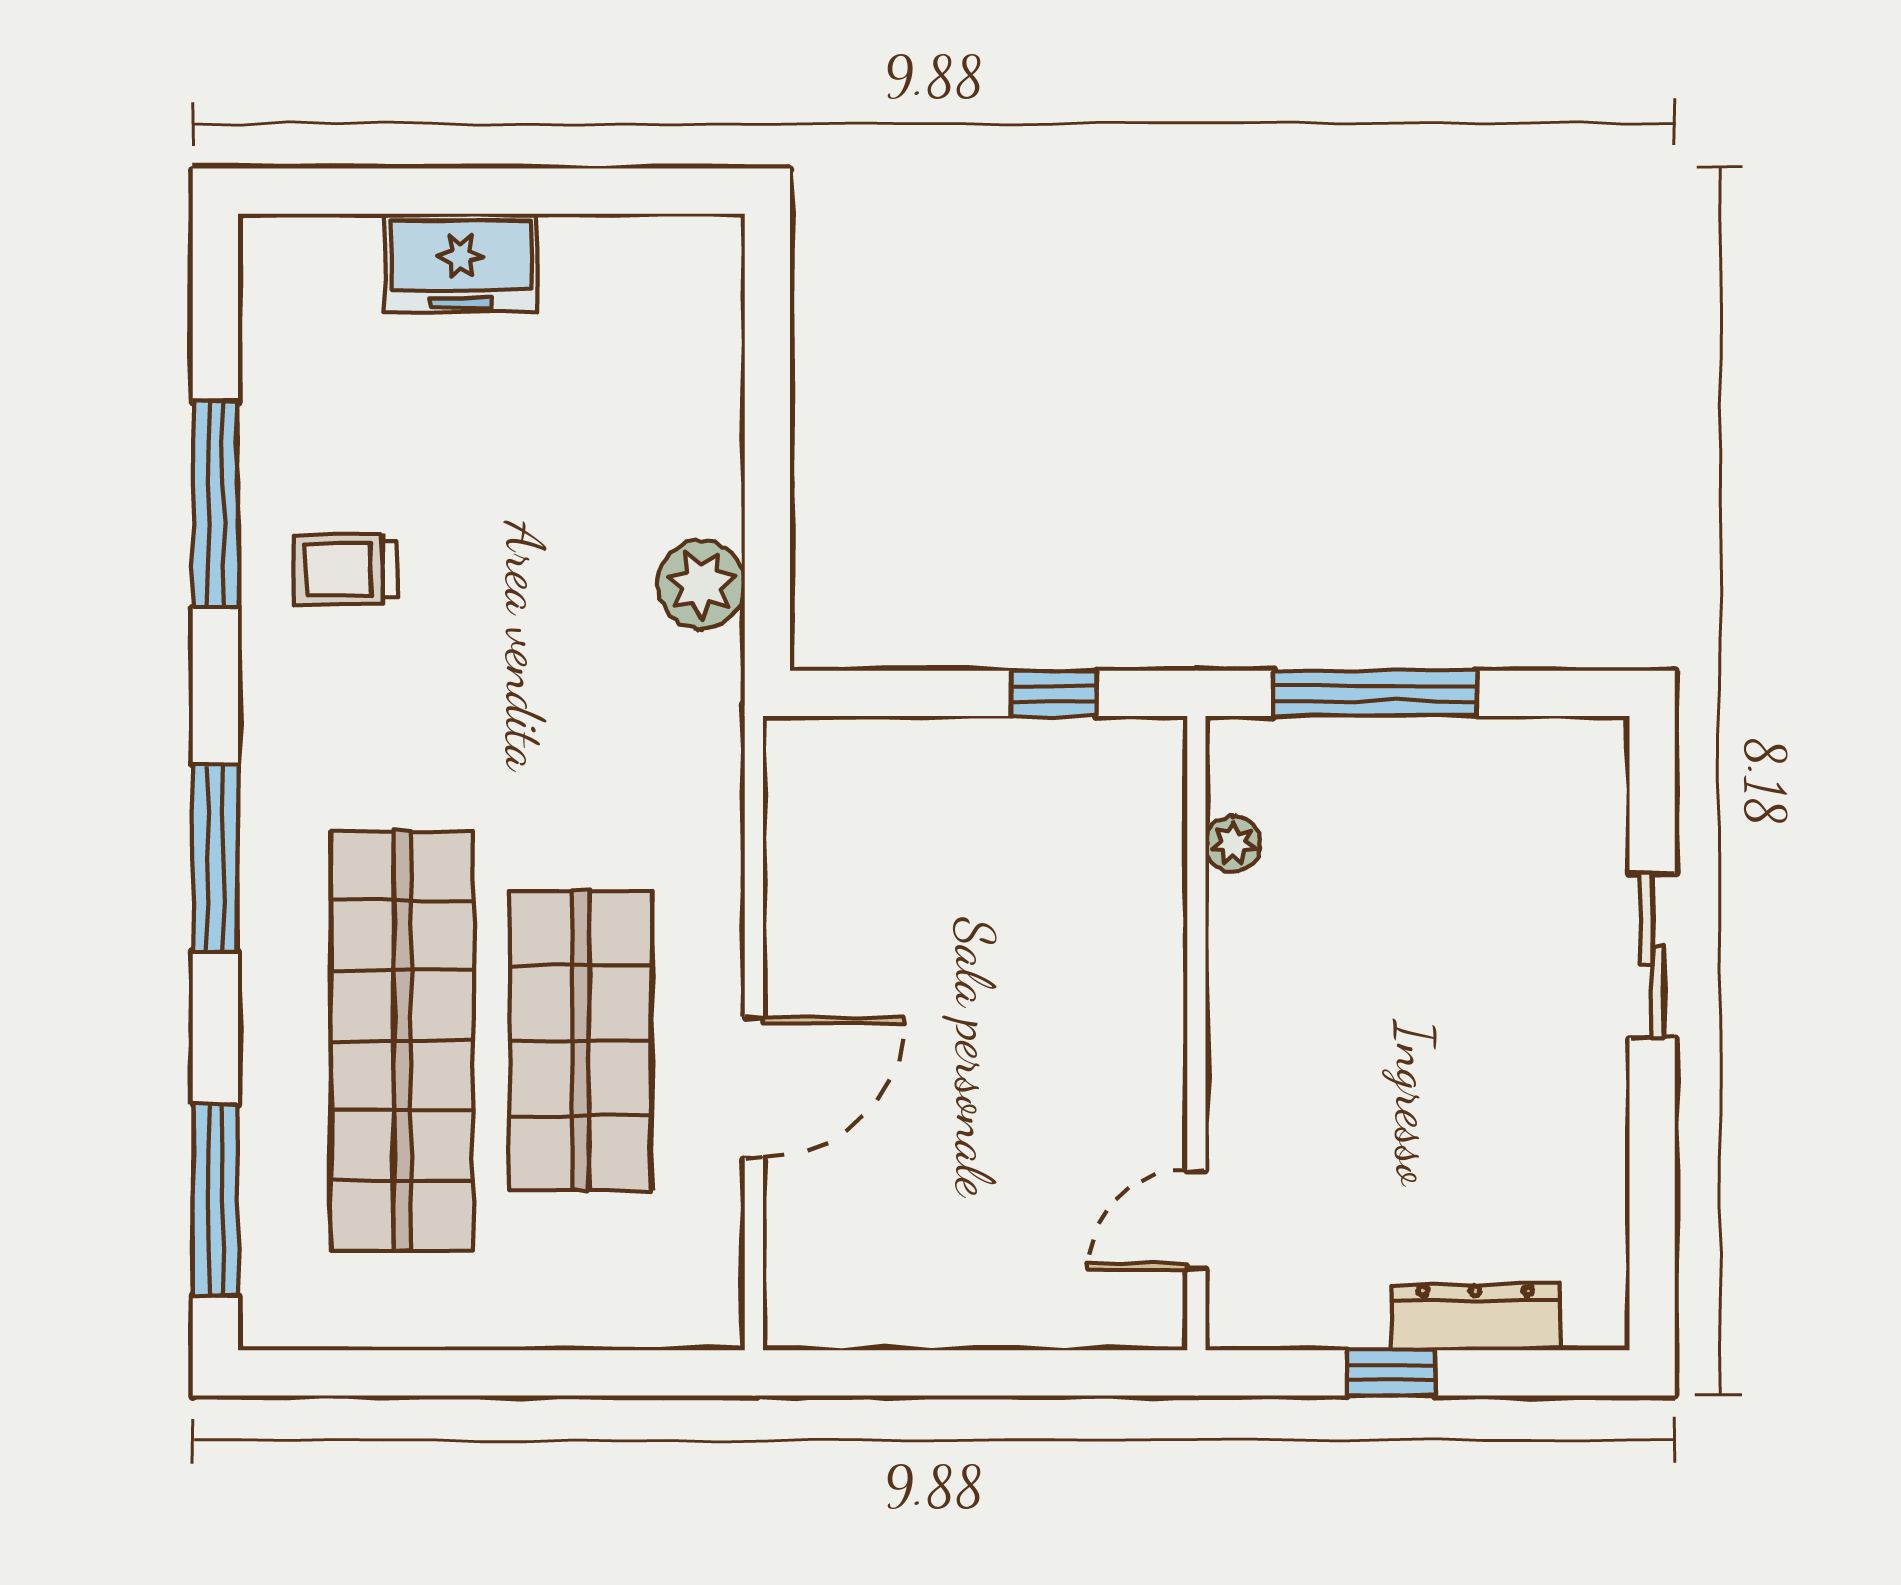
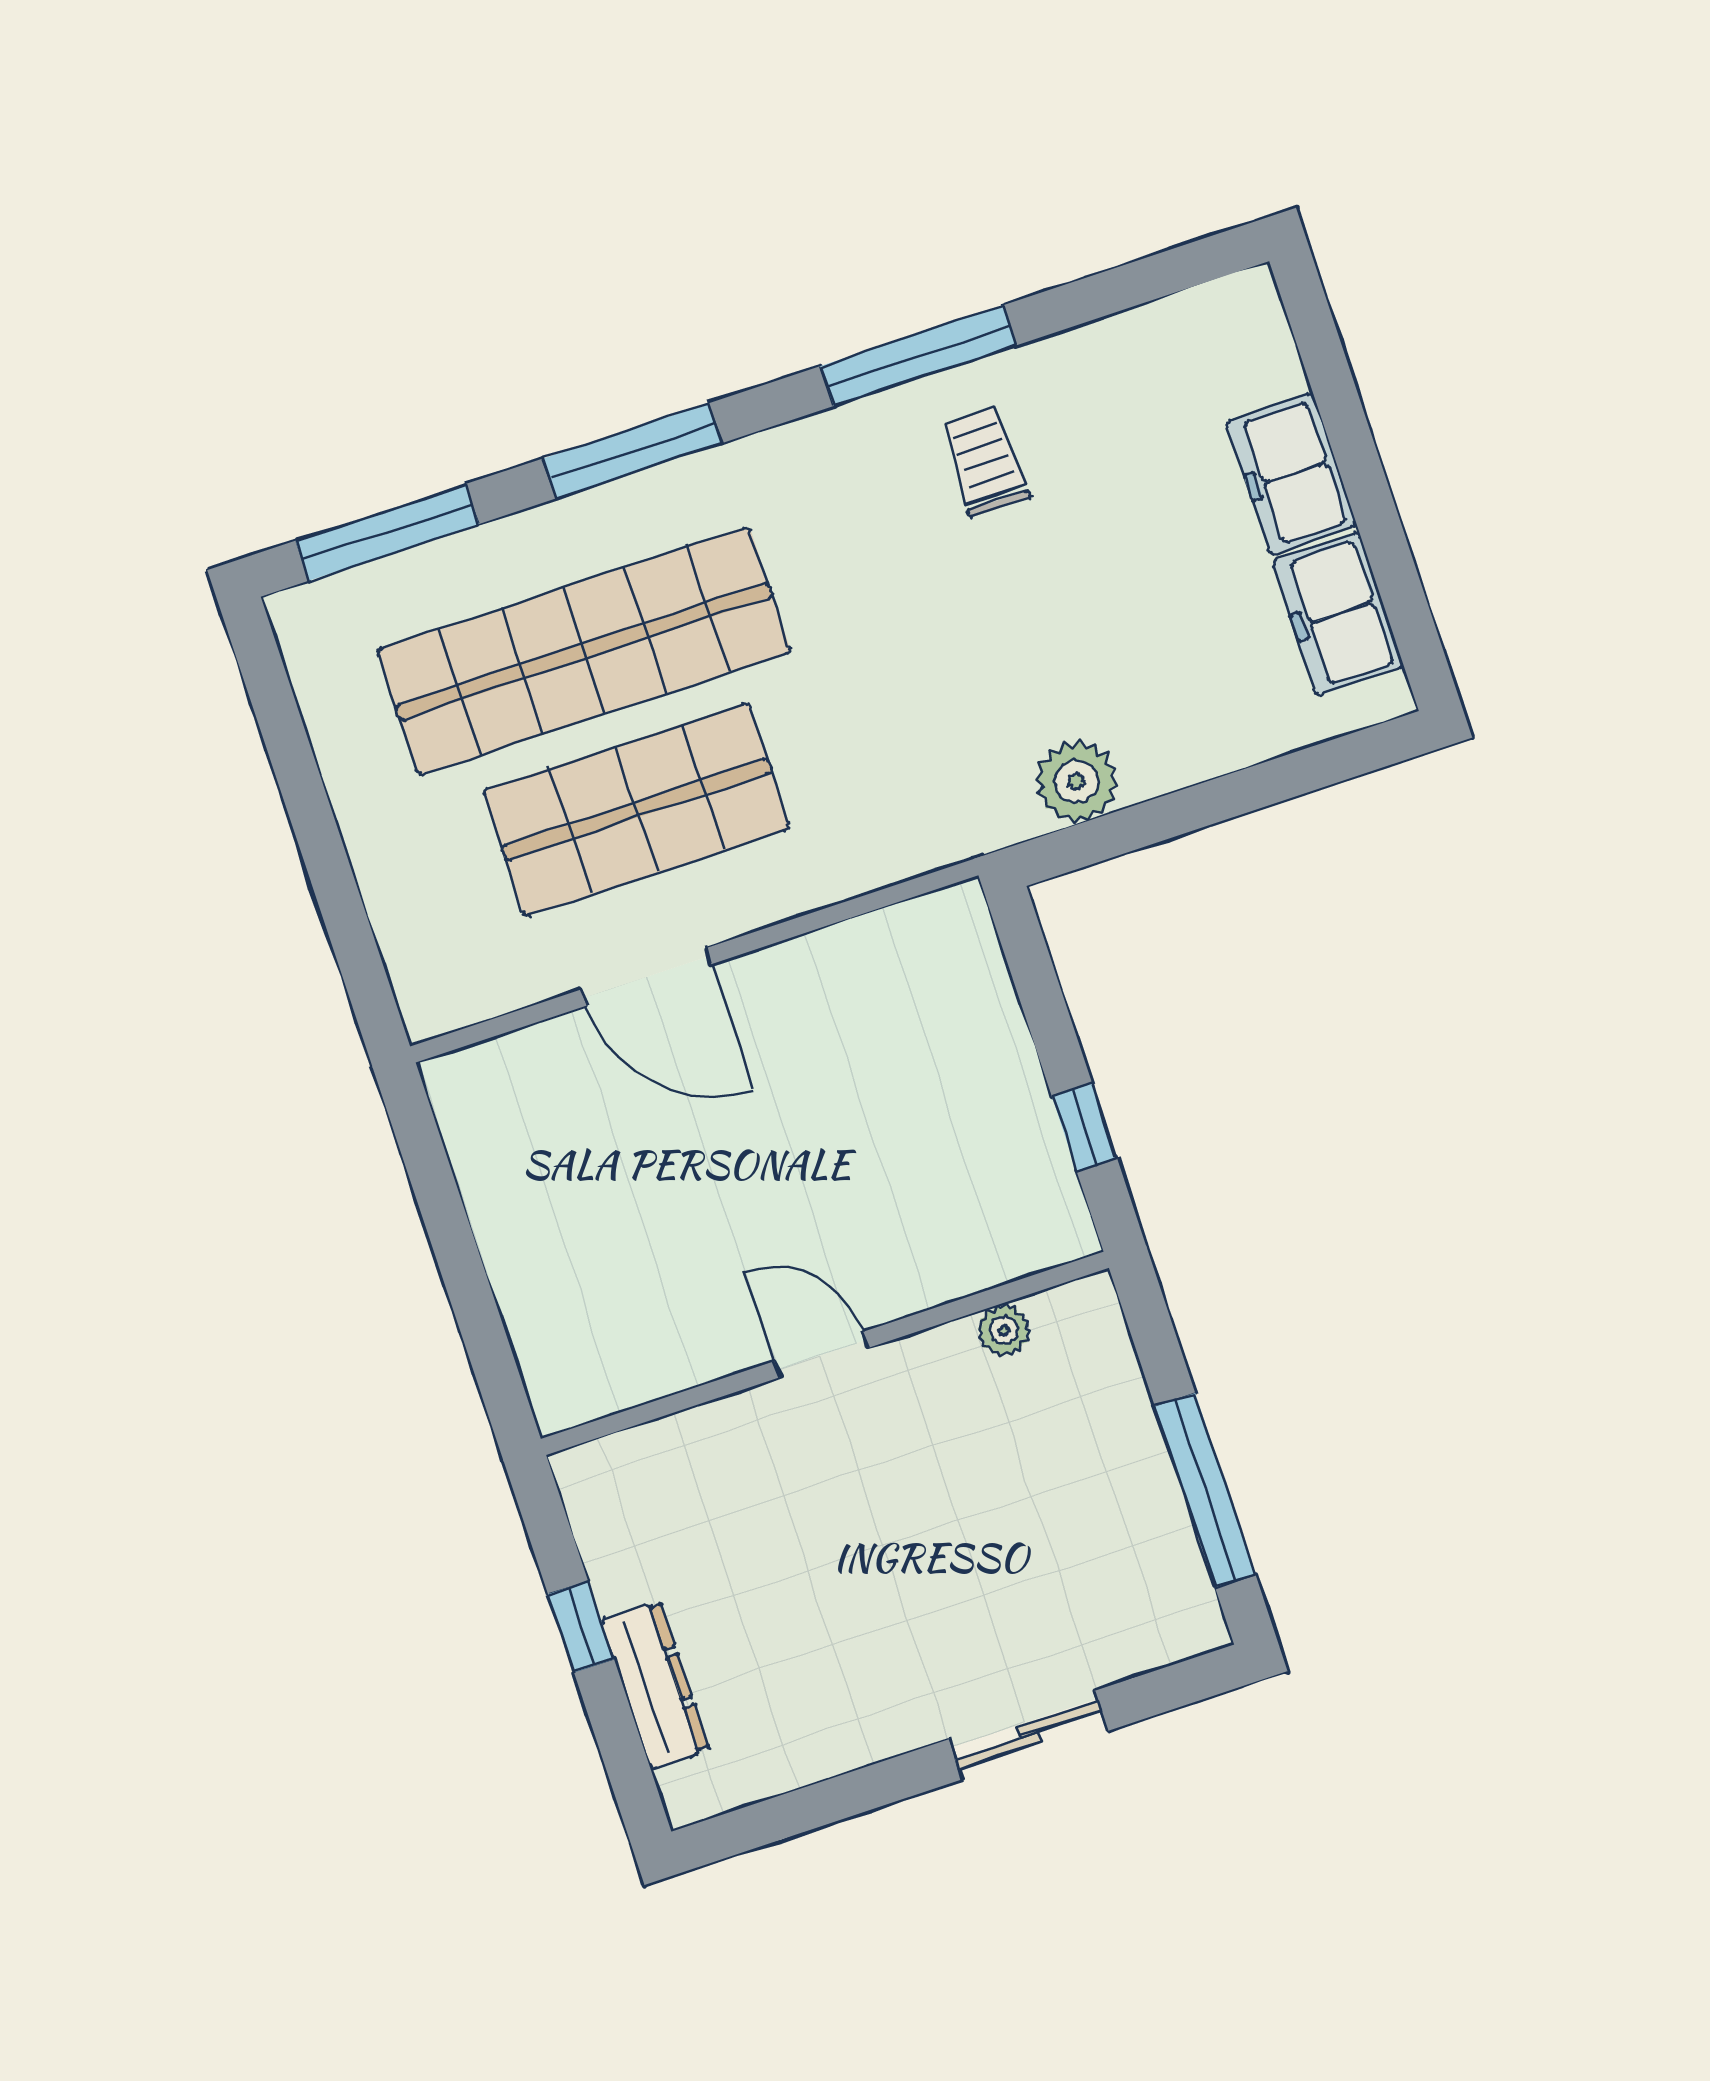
freezer: (619, 263) -> (1338, 614), added
window: (215, 504) -> (918, 356), moved
window: (1375, 693) -> (1205, 1490), moved
window: (215, 858) -> (633, 451), moved
door: (1196, 1220) -> (821, 1355), moved

